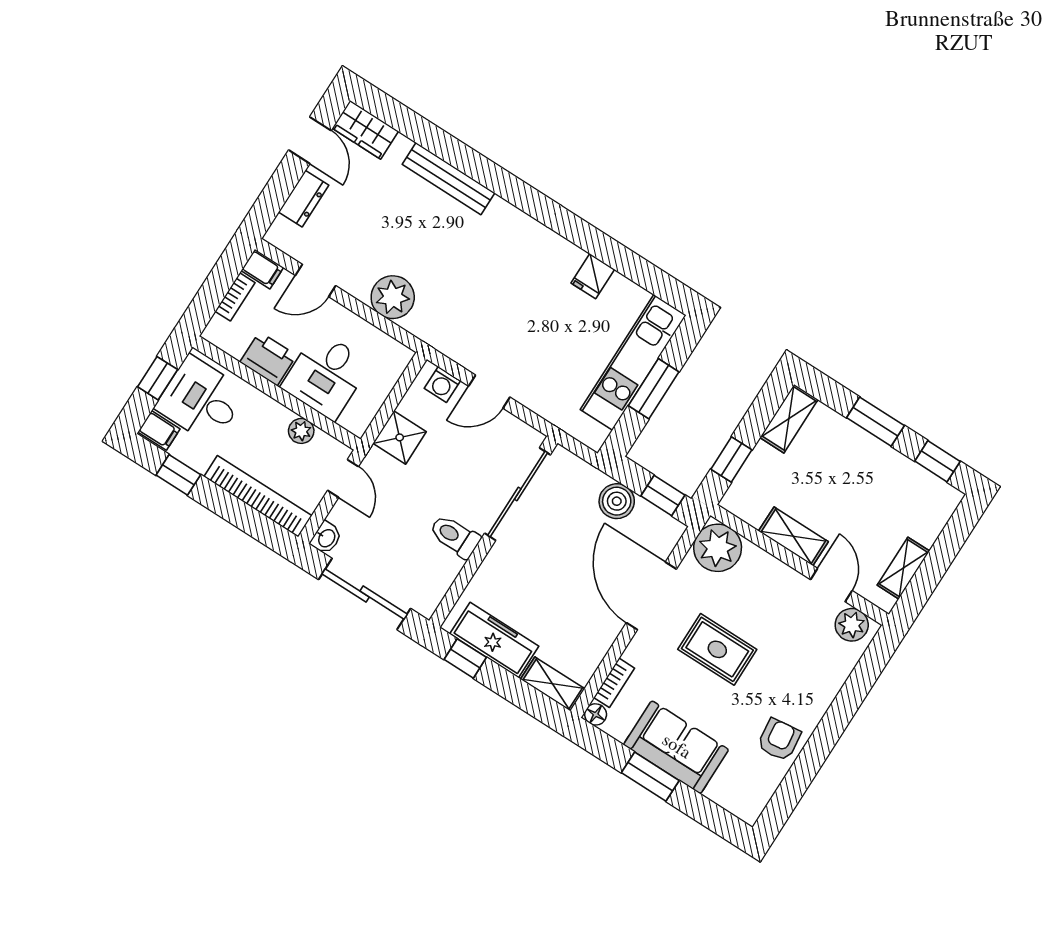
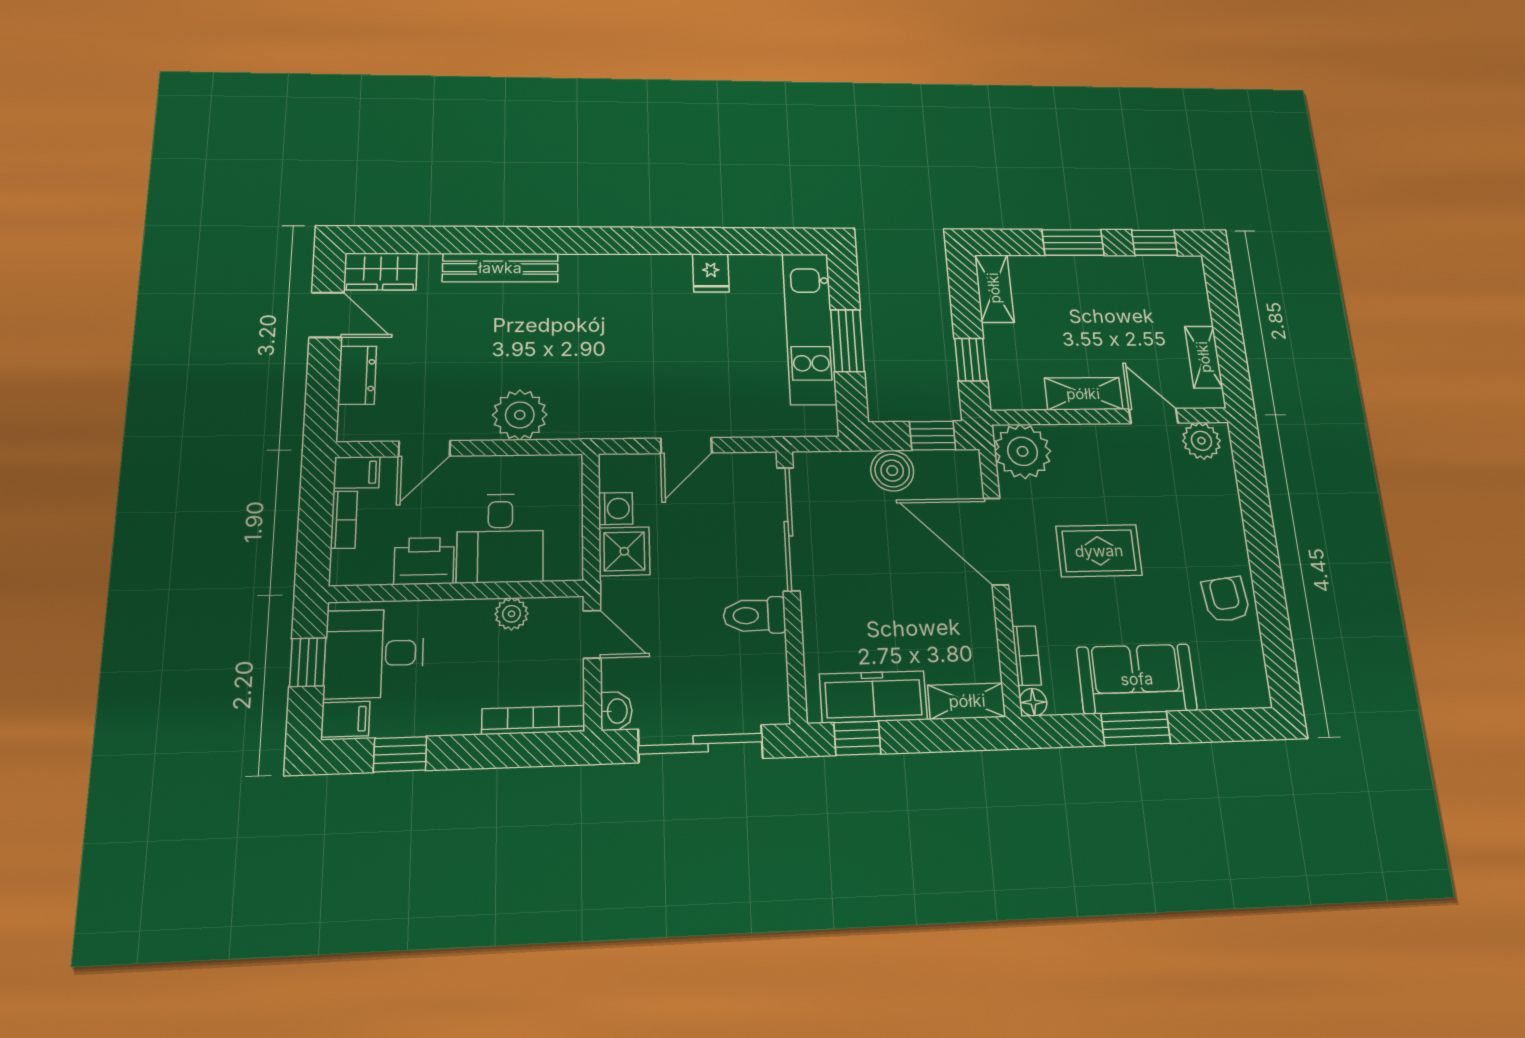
washing machine: (442, 384) -> (616, 509), moved, turned -90
bookcase: (258, 496) -> (533, 720), width x0.68, depth x0.76

